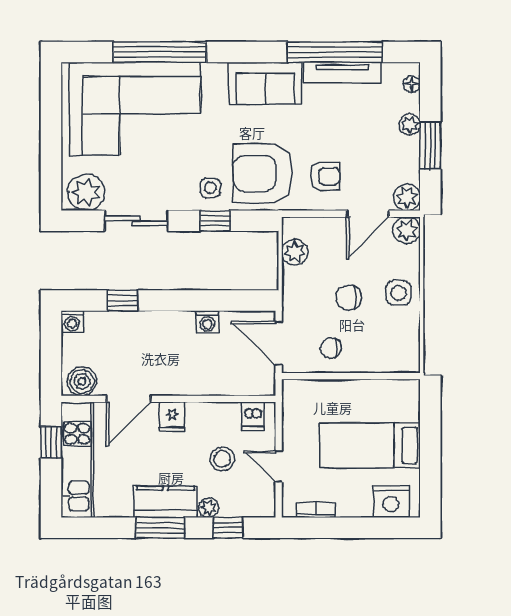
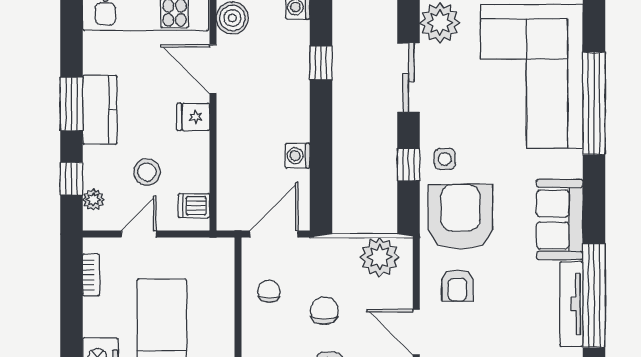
plant: (295, 252) -> (380, 257), width x1.36, depth x1.36
plant: (209, 508) -> (93, 200), moved

